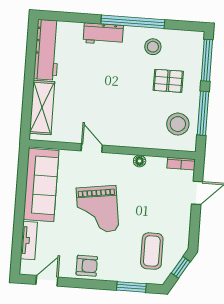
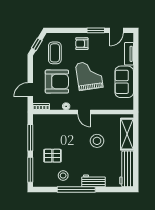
stool: (178, 124) -> (97, 141), moved
door: (92, 148) -> (84, 112), moved
sofa: (41, 185) -> (124, 82), width x0.73
armchair: (152, 203) -> (57, 82), added
armchair: (87, 266) -> (82, 44), moved
window: (131, 287) -> (96, 30), moved

